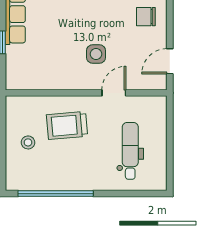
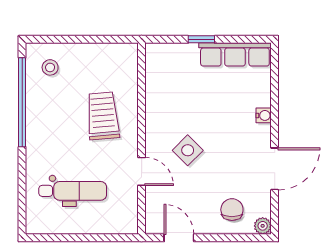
side table: (96, 54) -> (188, 150), turned 45
stool: (28, 142) -> (50, 67), moved

